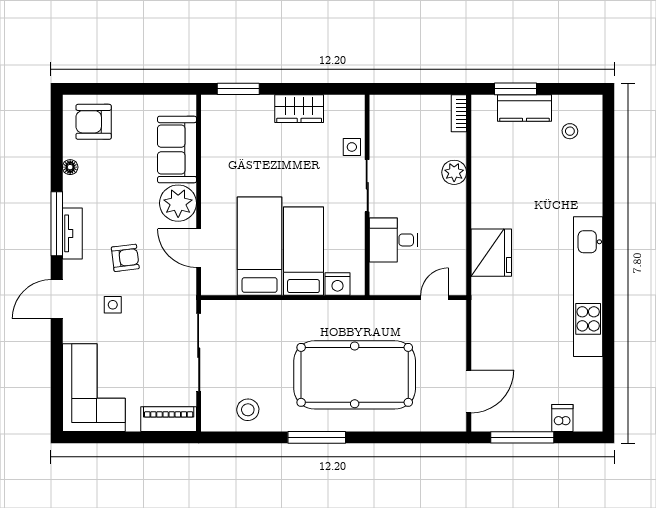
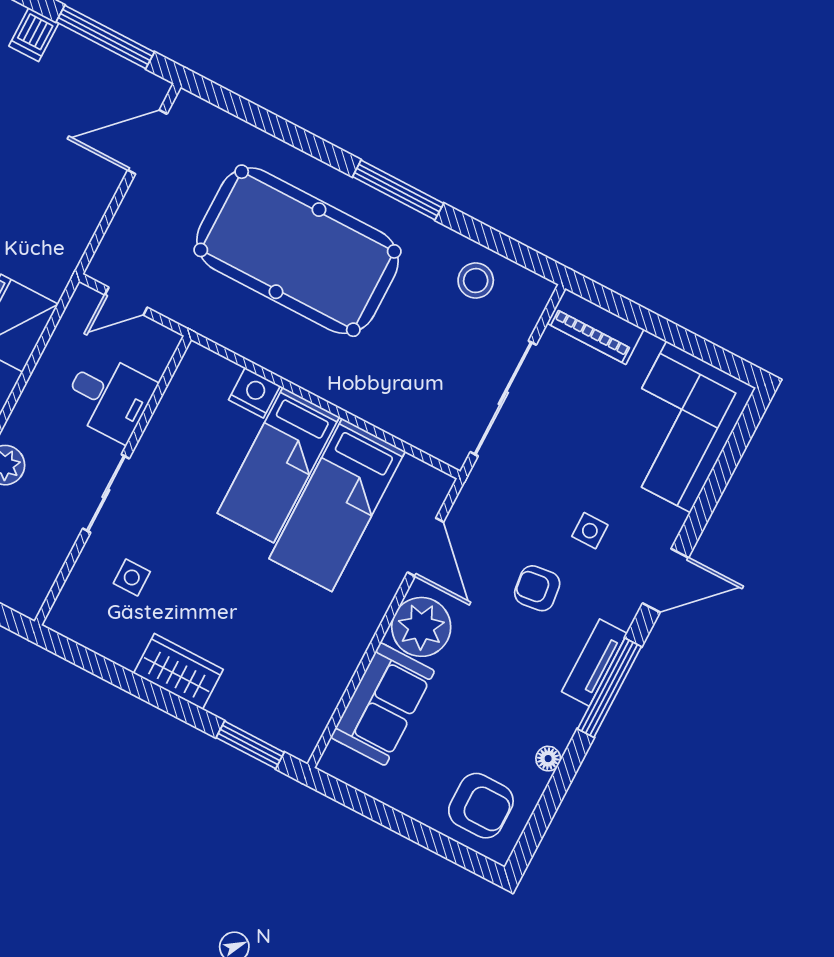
sliding door: (367, 186) -> (106, 494), moved
wall: (367, 195) -> (113, 481), moved
desk: (393, 240) -> (109, 397), moved

